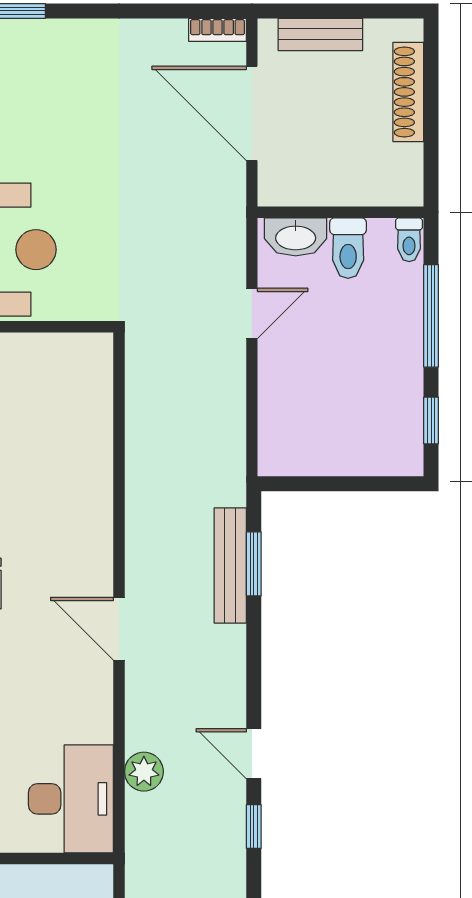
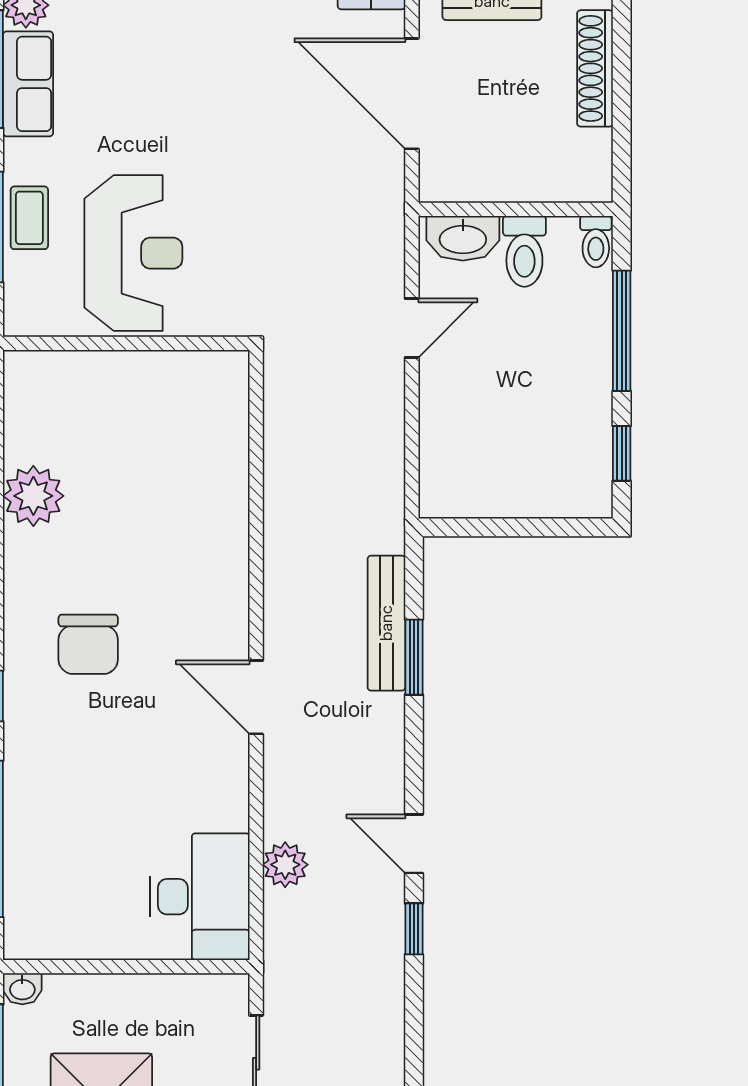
window: (254, 564) -> (414, 657), moved

